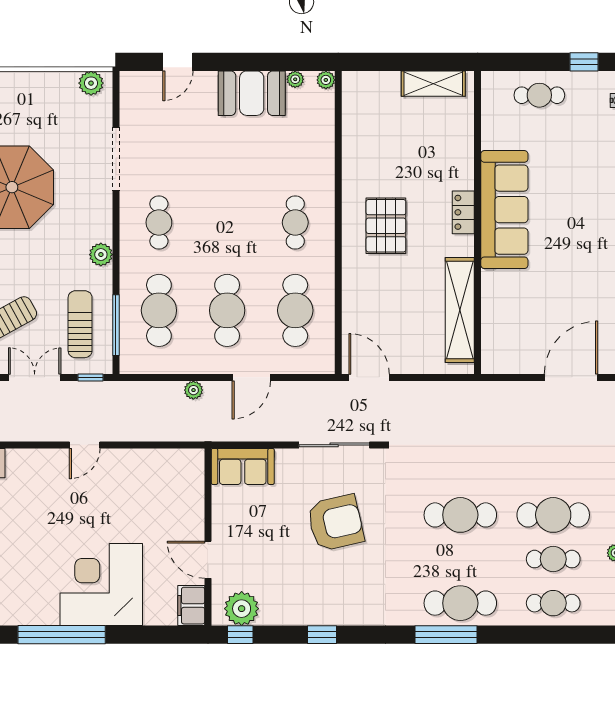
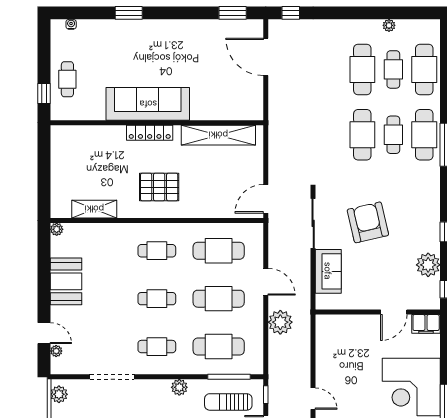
window: (584, 62) -> (44, 93), moved
plant: (295, 79) -> (56, 351), moved
shelving: (433, 84) -> (94, 209), moved, turned 90
locker: (463, 212) -> (150, 133), width x1.53
cafe table: (227, 222) -> (157, 299), added
plant: (193, 390) -> (280, 322), width x1.88, depth x1.88
sofa: (243, 466) -> (328, 271), moved
cafe table: (460, 559) -> (393, 135), added
cafe table: (553, 603) -> (424, 69), width x1.37, depth x1.35
plant: (242, 609) -> (428, 265), moved

